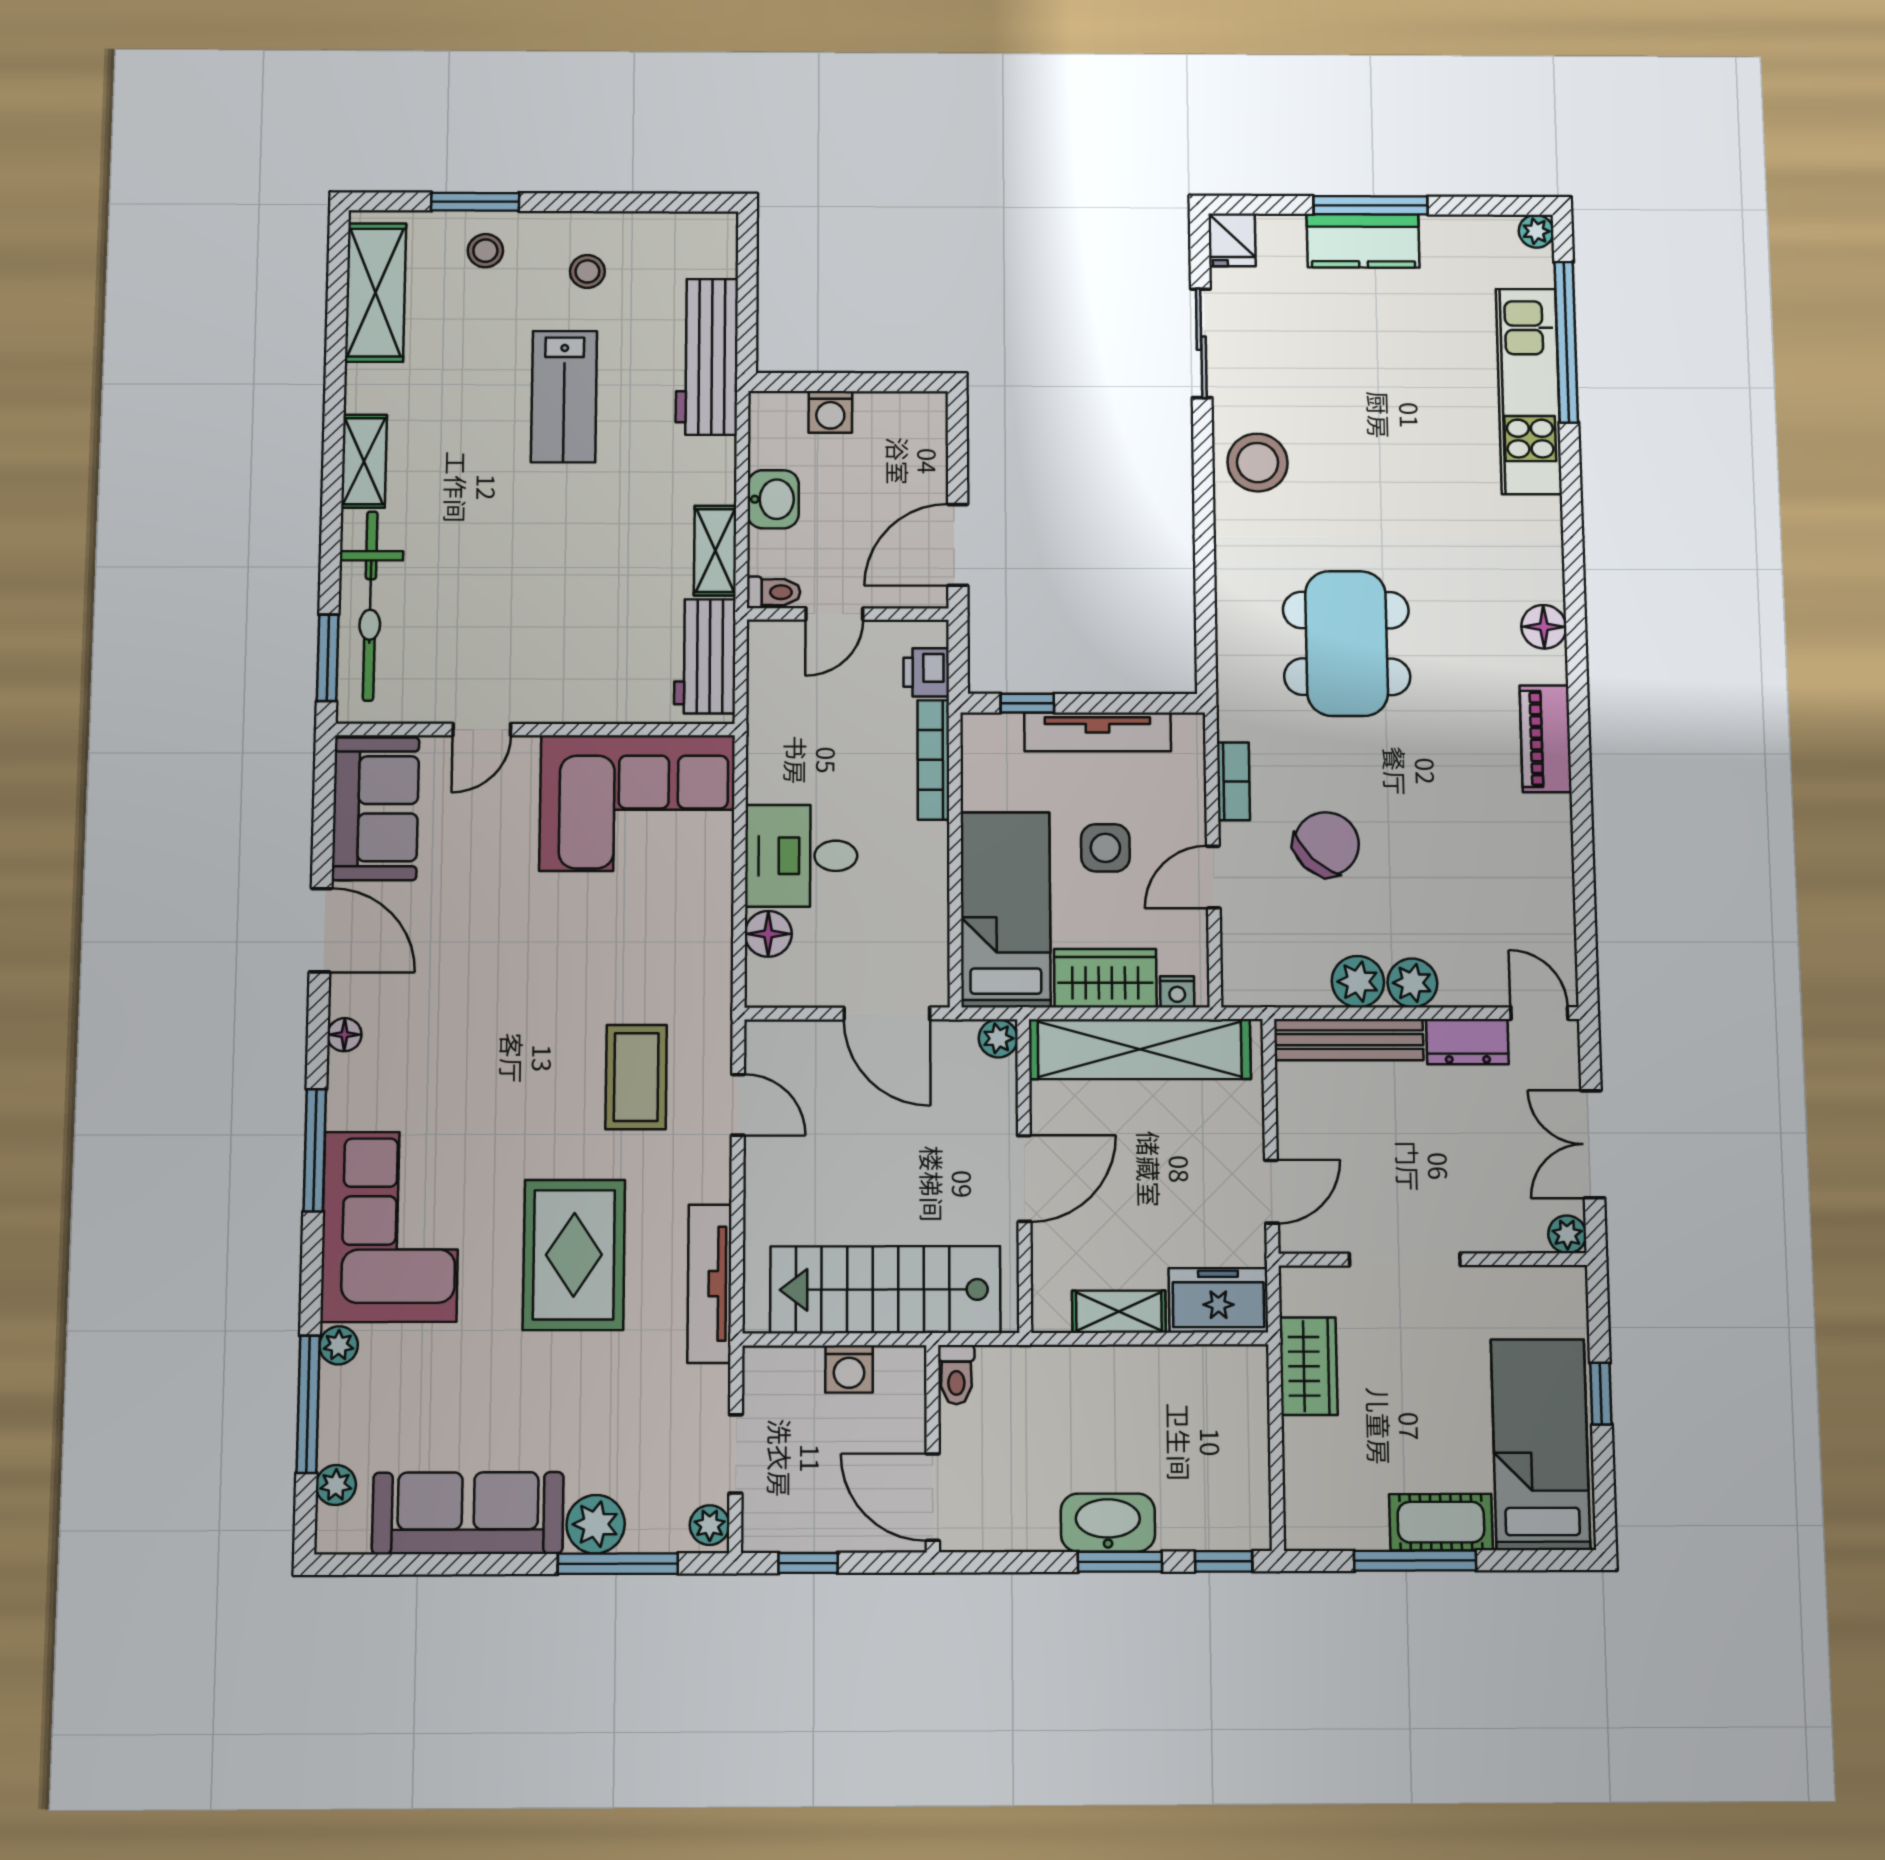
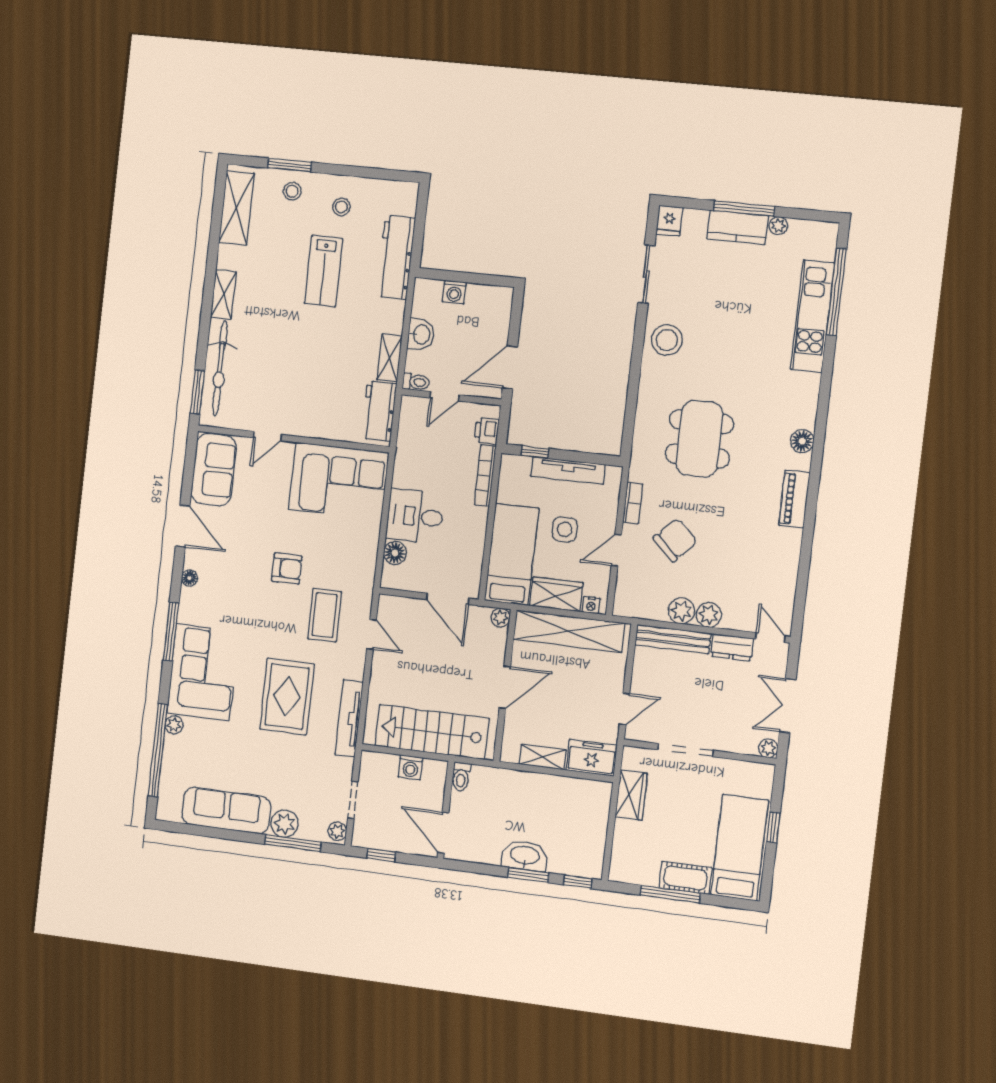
plant: (1536, 231) -> (778, 226), moved
armchair: (548, 991) -> (287, 568), added
window: (308, 1404) -> (158, 750), width x1.46
plant: (336, 1485) -> (167, 789), removed

